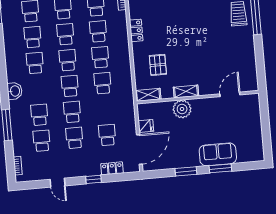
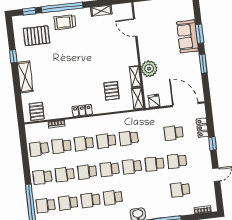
shelving: (250, 56) -> (101, 11), added
pallet: (158, 65) -> (111, 91), turned 90
shelving: (186, 91) -> (135, 76), moved
school desk: (39, 115) -> (158, 192), removed
fridge: (146, 126) -> (154, 101), moved

